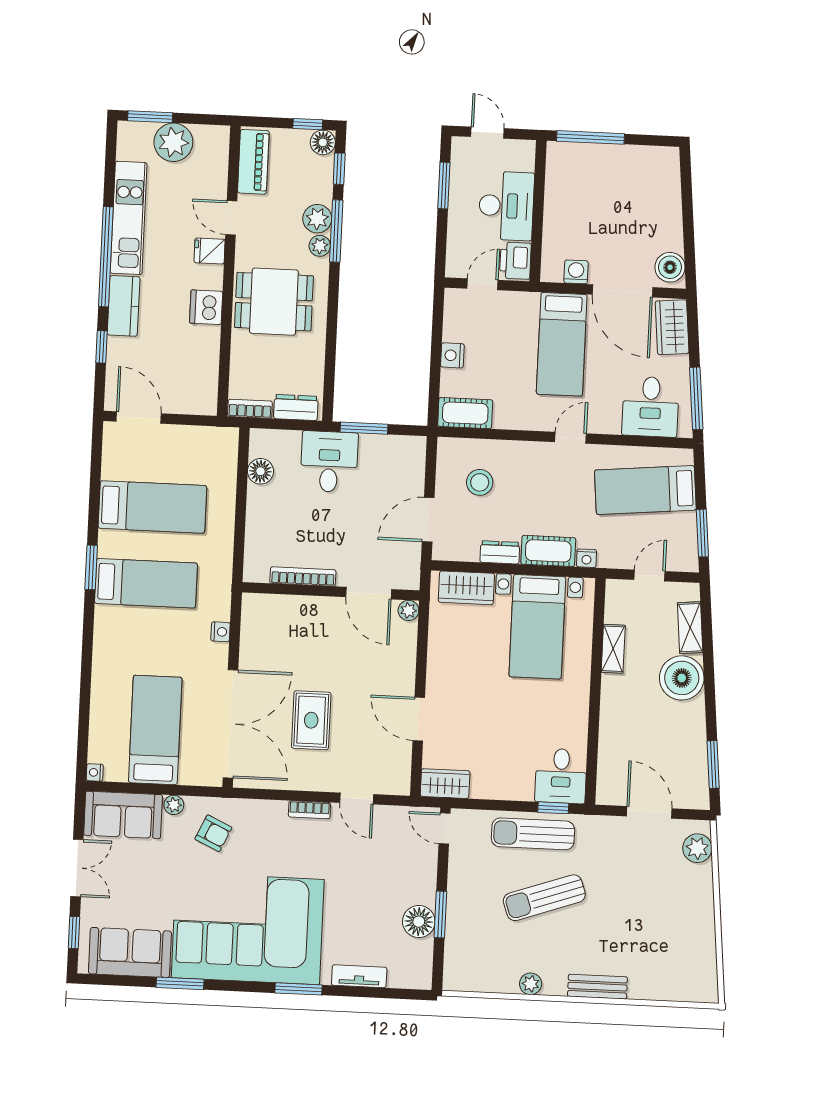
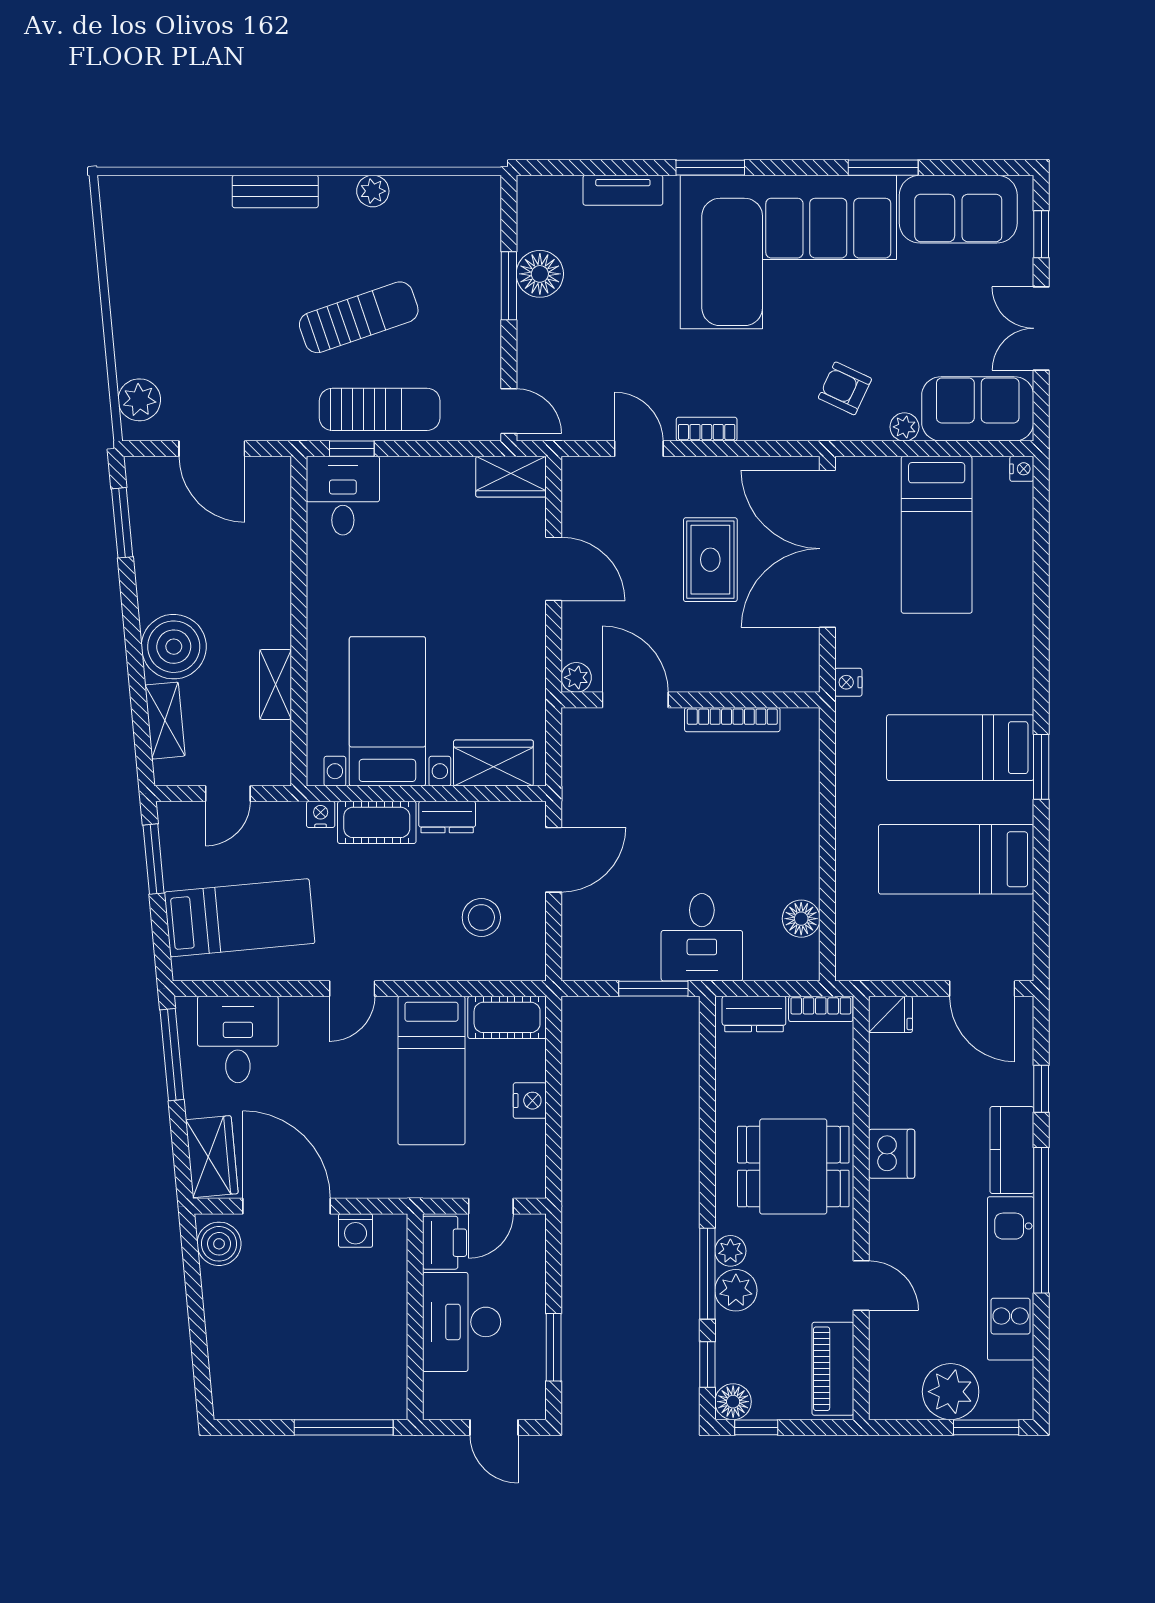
fridge: (210, 251) -> (891, 1014), moved
bed: (562, 344) -> (431, 1070), moved, turned 180
bookcase: (303, 576) -> (732, 720), moved
wall: (331, 591) -> (691, 700), moved
door: (369, 593) -> (635, 700), moved
plant: (408, 610) -> (576, 677), moved

